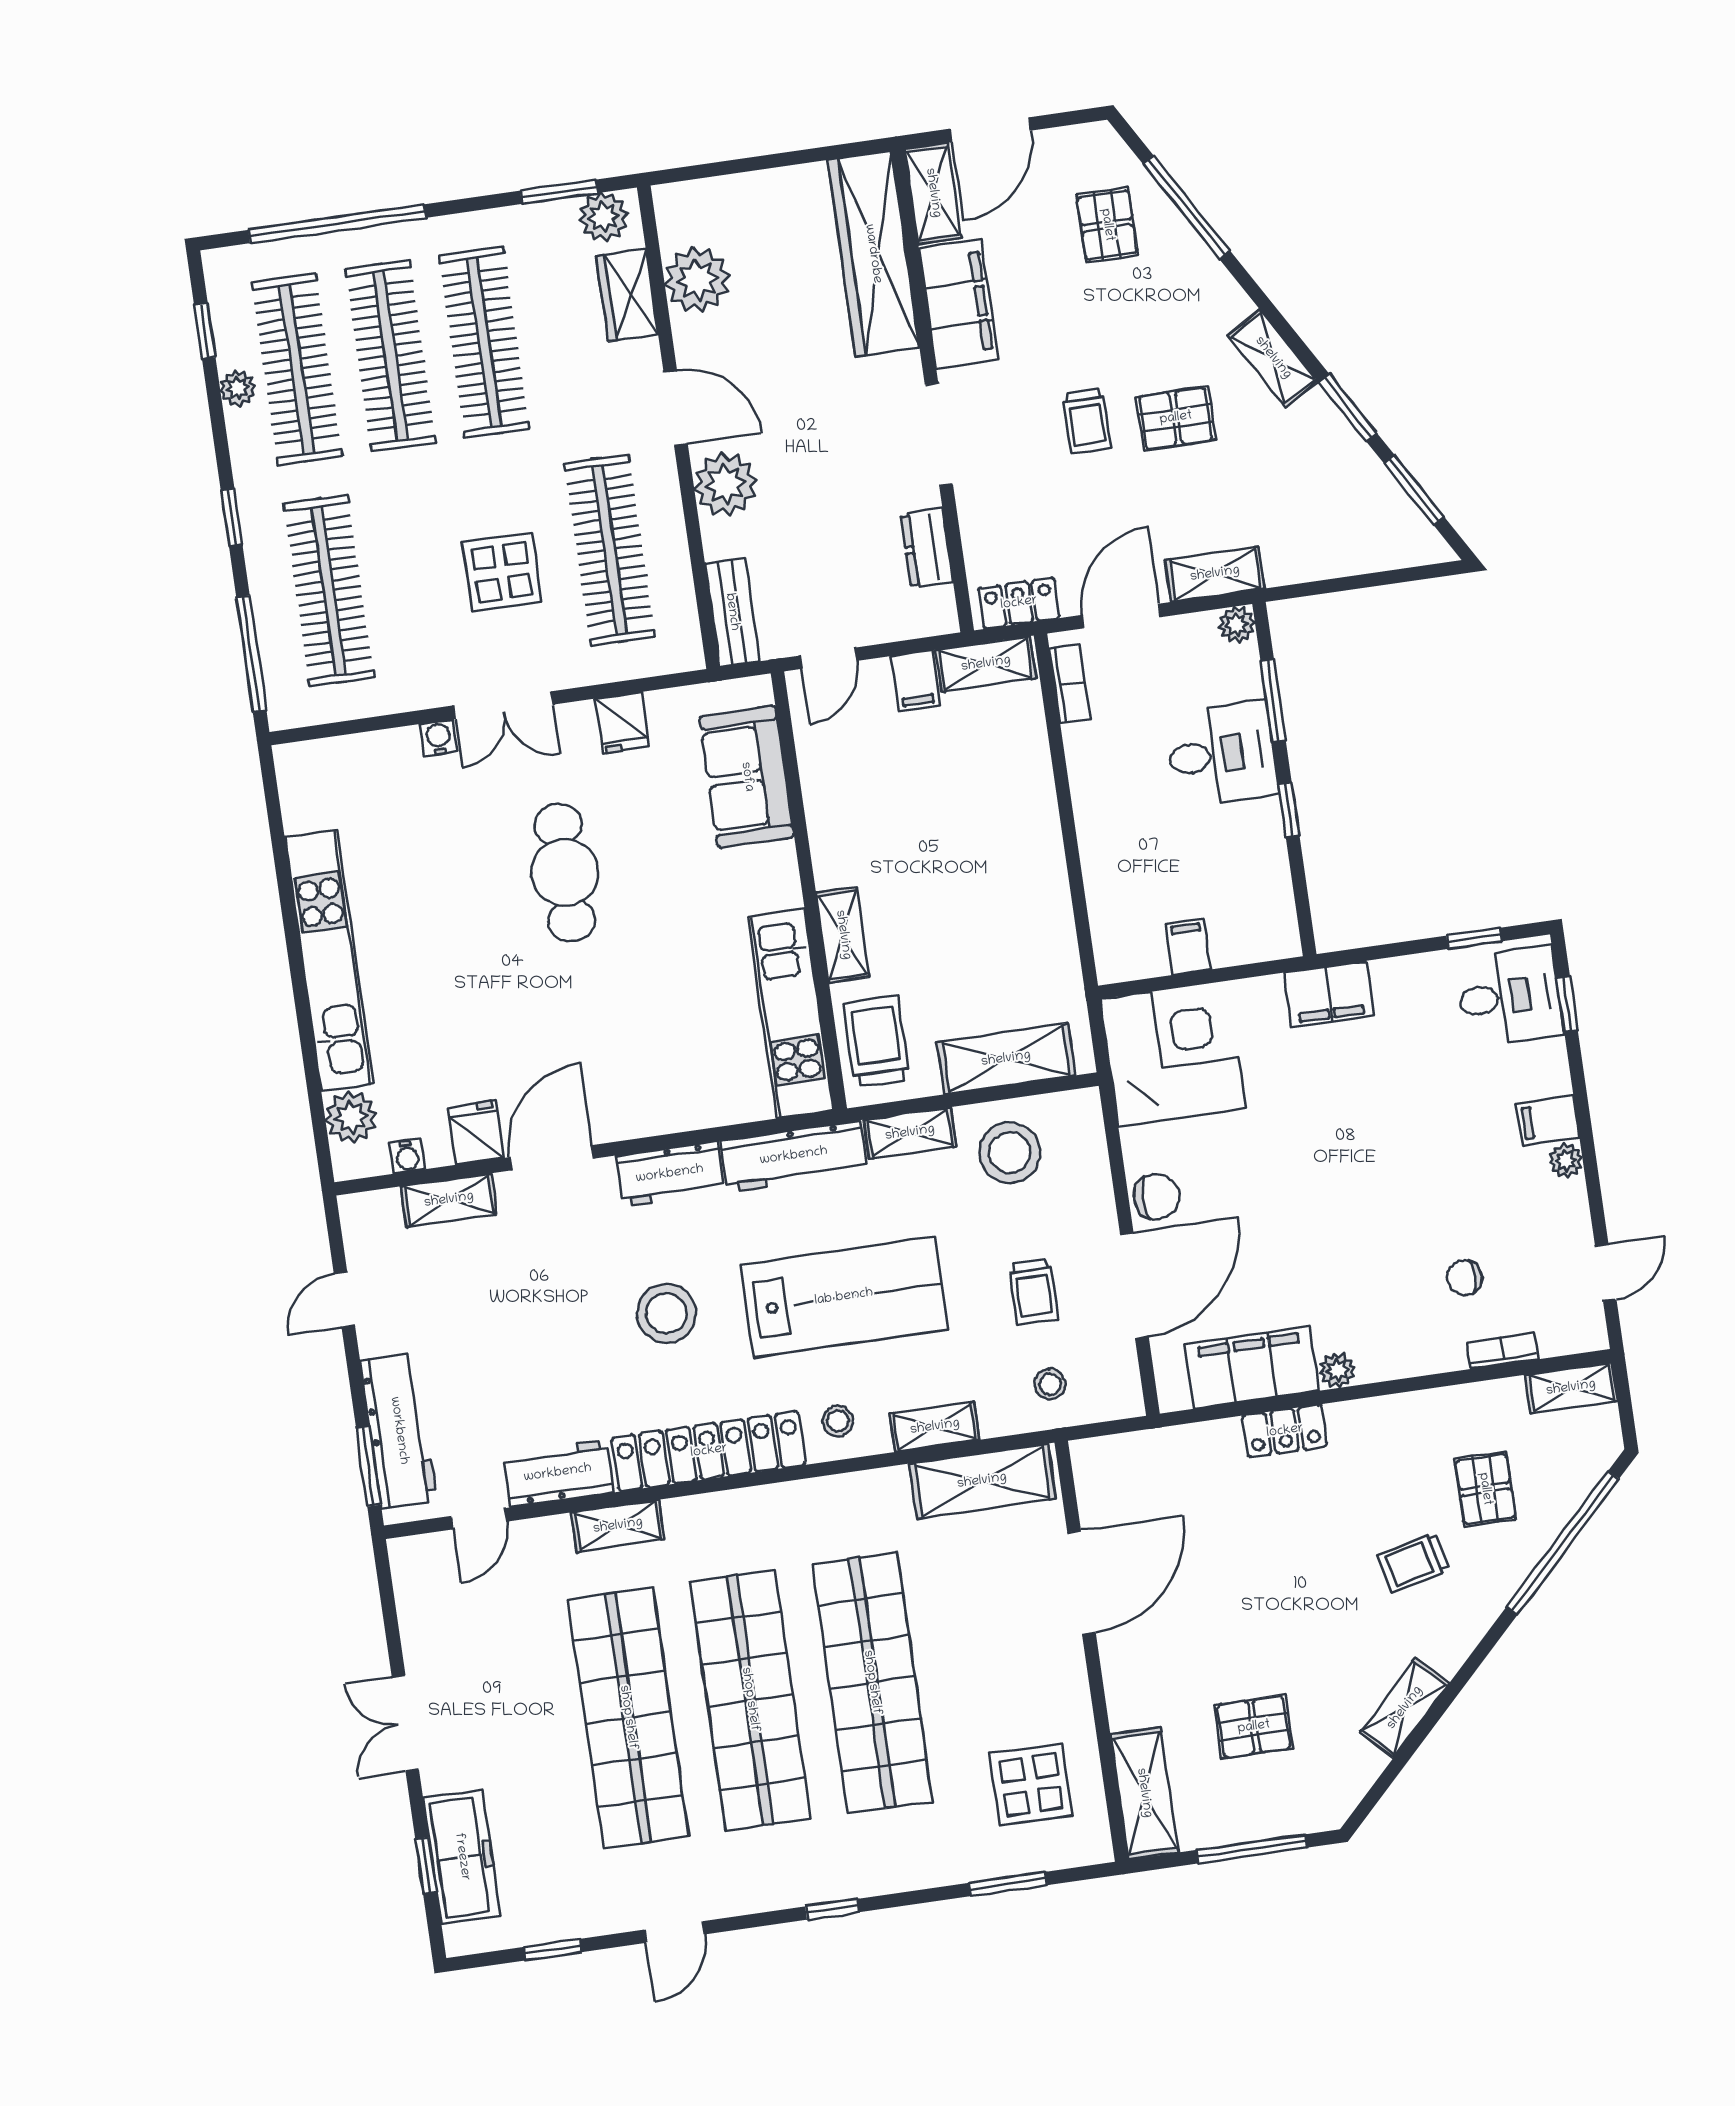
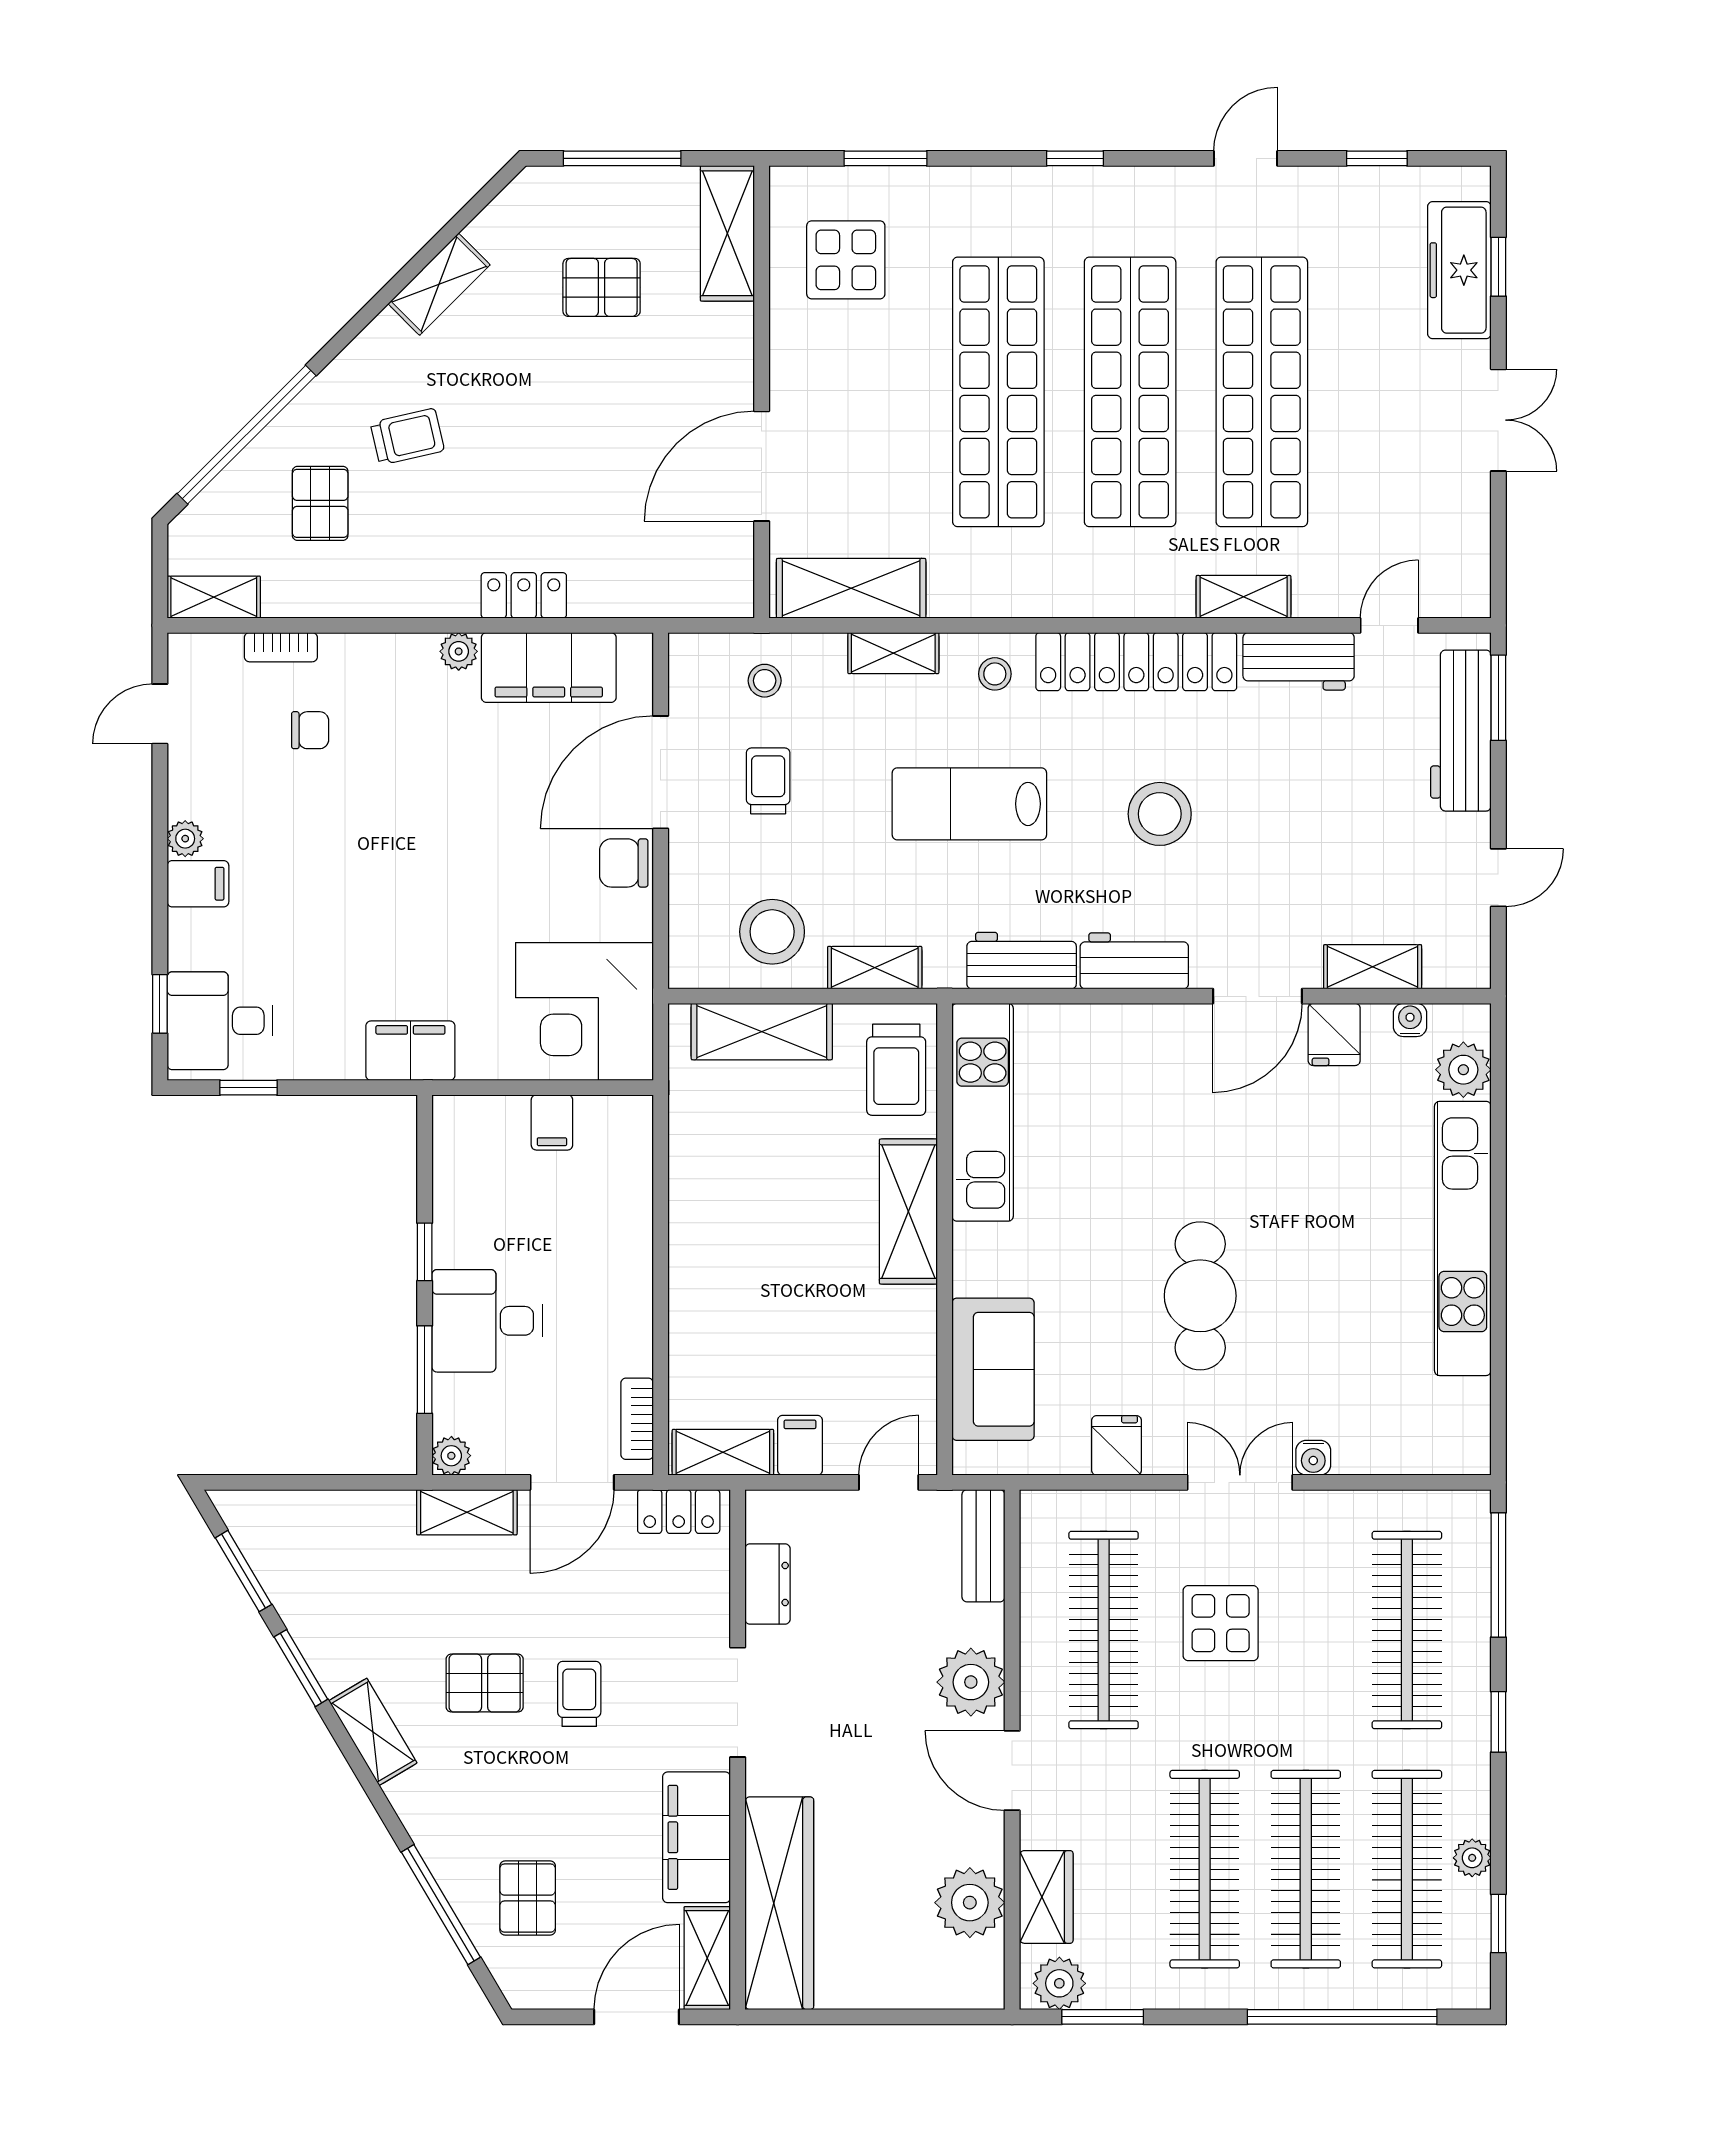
shelving: (843, 935) -> (908, 1212), width x1.50, depth x1.33
workbench: (794, 1156) -> (1022, 961), width x0.73
lab bench: (844, 1297) -> (969, 804), width x0.73, depth x0.72

